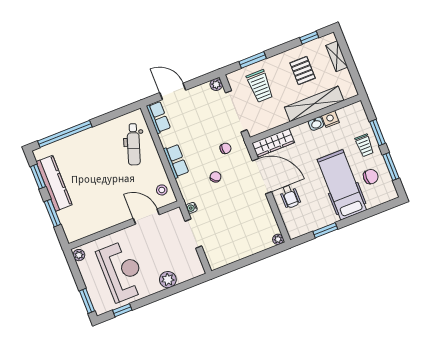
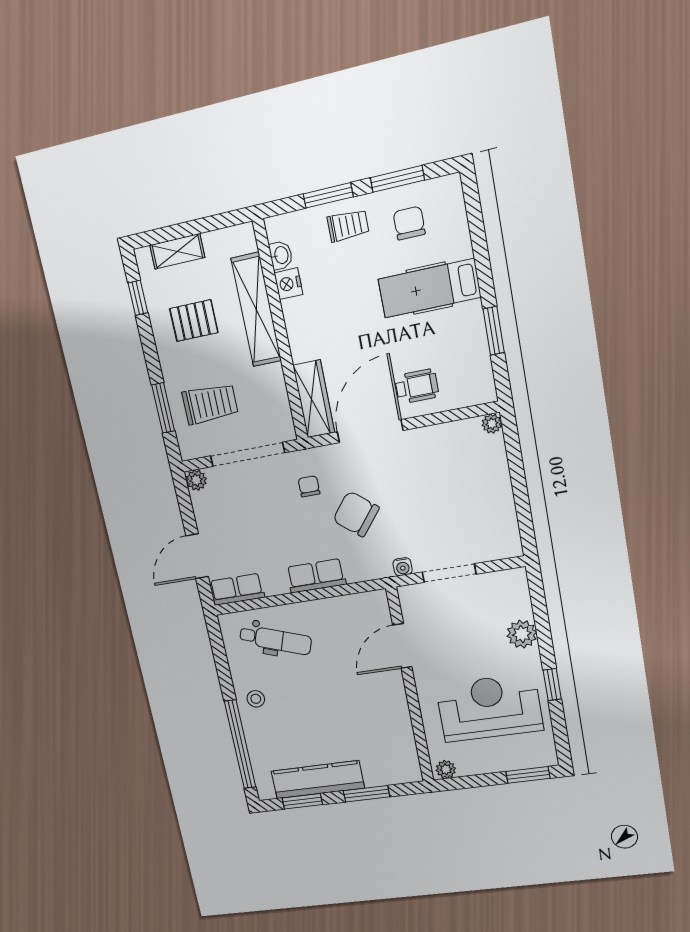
washbasin: (316, 124) -> (281, 255), moved
chair: (215, 177) -> (356, 514), width x1.87, depth x1.87
hospital bed: (342, 185) -> (429, 288), width x0.73, depth x0.78
stool: (162, 190) -> (256, 699), moved
window: (122, 310) -> (552, 685), moved

